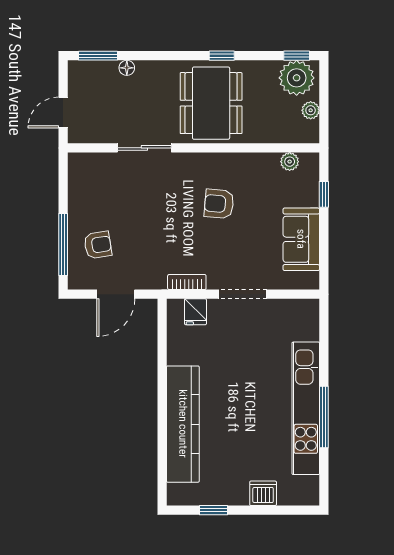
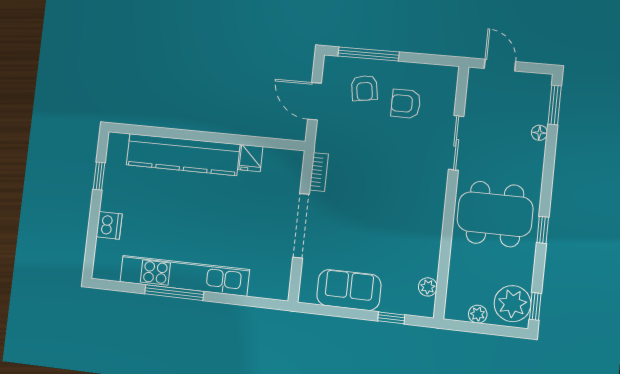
armchair: (219, 204) -> (406, 104), moved, turned -95
doorway: (243, 294) -> (301, 226), width x1.36
fridge: (195, 312) -> (251, 158), moved, turned -90

